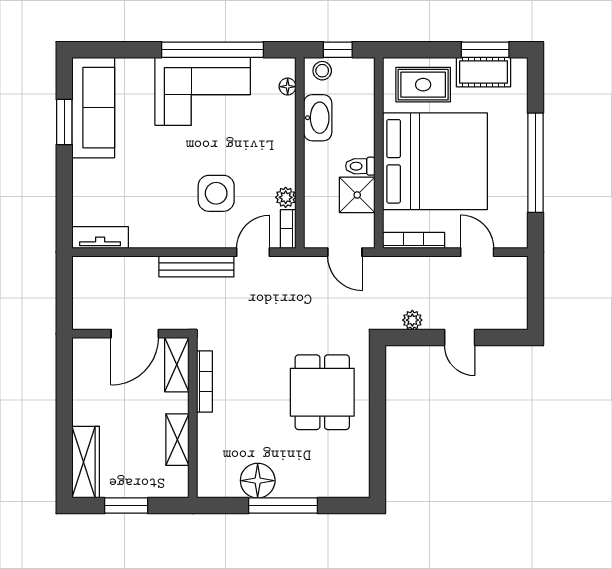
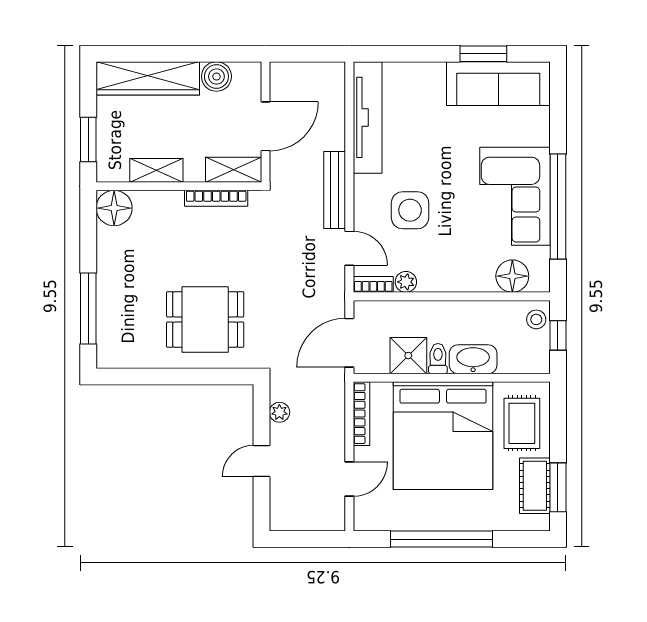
floor lamp: (288, 87) -> (512, 276), width x1.89, depth x1.89
washbasin: (318, 118) -> (473, 359), moved, turned 180
tv unit: (100, 238) -> (368, 117), width x1.92, depth x1.29
door: (345, 252) -> (349, 343), width x1.37
door: (135, 334) -> (265, 126), swing flipped
boiler: (86, 381) -> (216, 76), added
wardrobe: (86, 462) -> (148, 78), width x1.40, depth x1.17
floor lamp: (258, 481) -> (114, 208), moved
window: (126, 506) -> (88, 139), moved
window: (283, 506) -> (88, 309), moved

